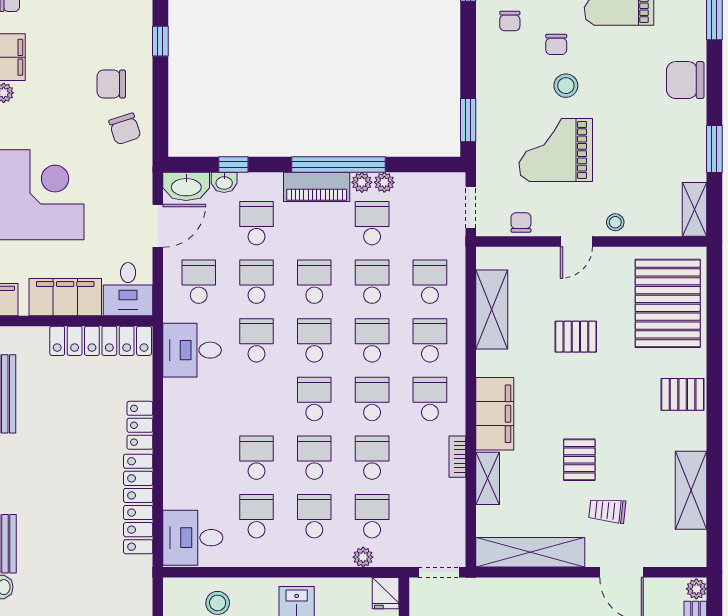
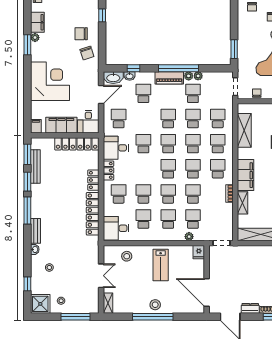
school desk: (256, 282) -> (119, 194), moved
locker: (175, 403) -> (108, 170), added

